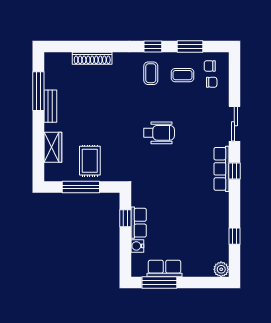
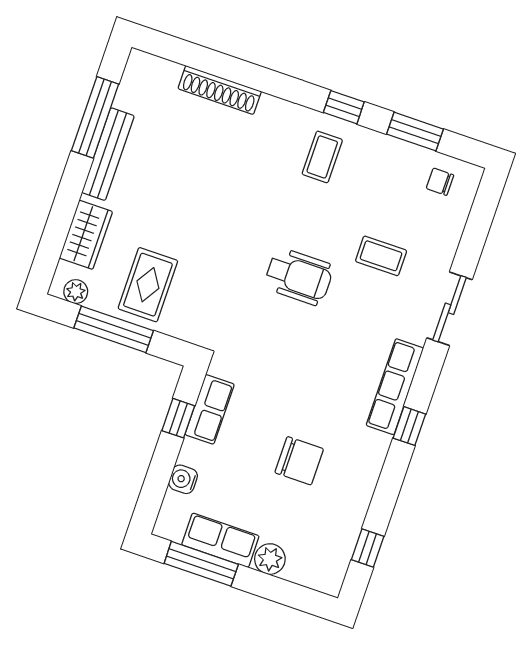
coffee table: (183, 75) -> (381, 256), moved
chair: (212, 82) -> (299, 461), moved, width x1.87, depth x1.87
bench: (50, 106) -> (108, 154), width x1.36
window: (234, 171) -> (409, 426), moved
plant: (57, 175) -> (76, 292), added
row of seats: (139, 223) -> (210, 409), moved
window: (234, 236) -> (368, 548), moved
plant: (221, 269) -> (270, 559), moved

